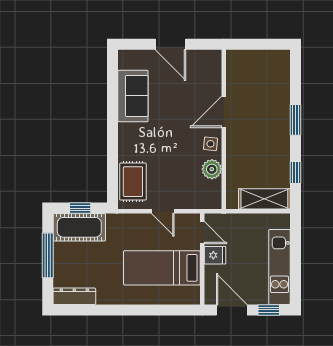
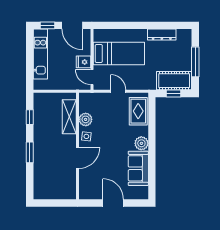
plant: (128, 133) -> (141, 143), added
shelving: (264, 199) -> (69, 117), moved, turned 90
dresser: (74, 296) -> (162, 35), moved

